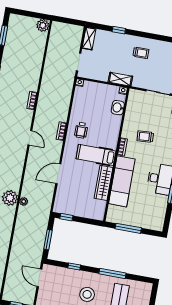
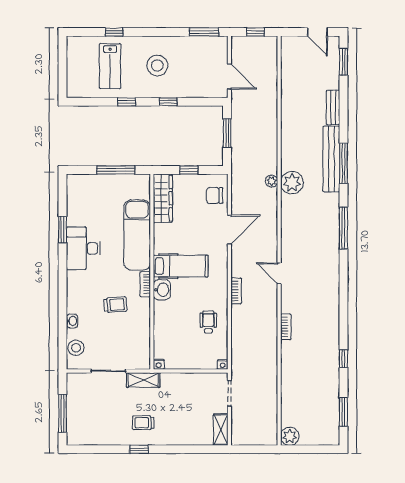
window: (119, 30) -> (139, 449), moved
shelving: (120, 79) -> (143, 380), moved
washbasin: (118, 108) -> (162, 290), moved
wheelchair: (81, 130) -> (208, 322), moved
wardrobe: (103, 183) -> (163, 198), moved
chair: (64, 199) -> (214, 196), added
window: (66, 217) -> (189, 170), moved
window: (74, 267) -> (168, 102), moved
window: (112, 273) -> (127, 102), width x0.46

